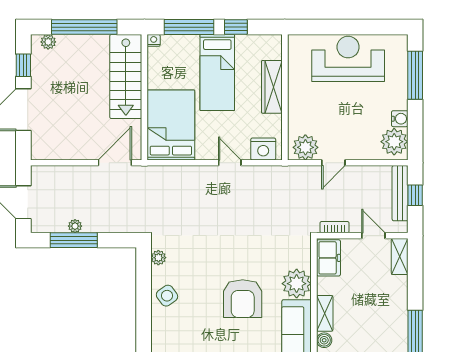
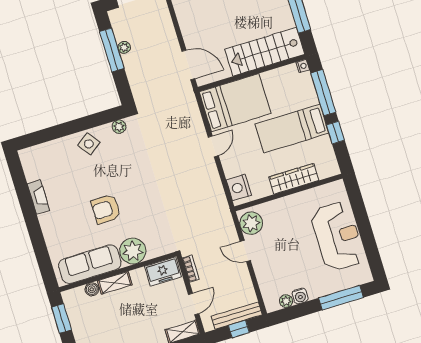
plant: (394, 142) -> (286, 301), width x0.53, depth x0.53
door: (230, 163) -> (213, 146), moved
armchair: (243, 299) -> (106, 209), width x0.73, depth x0.73

